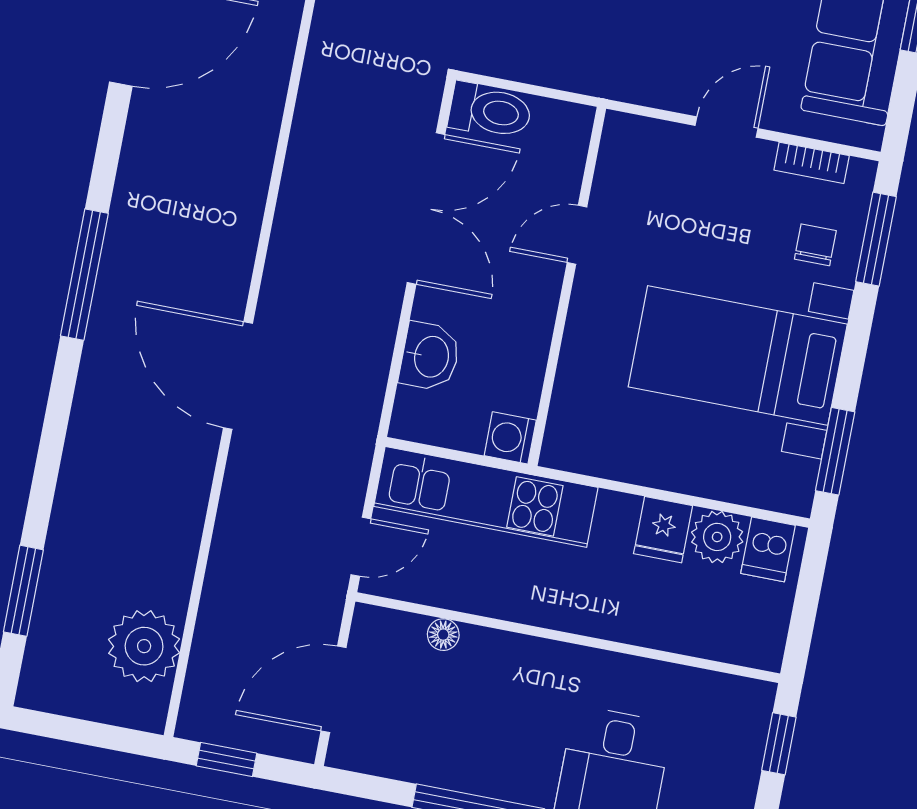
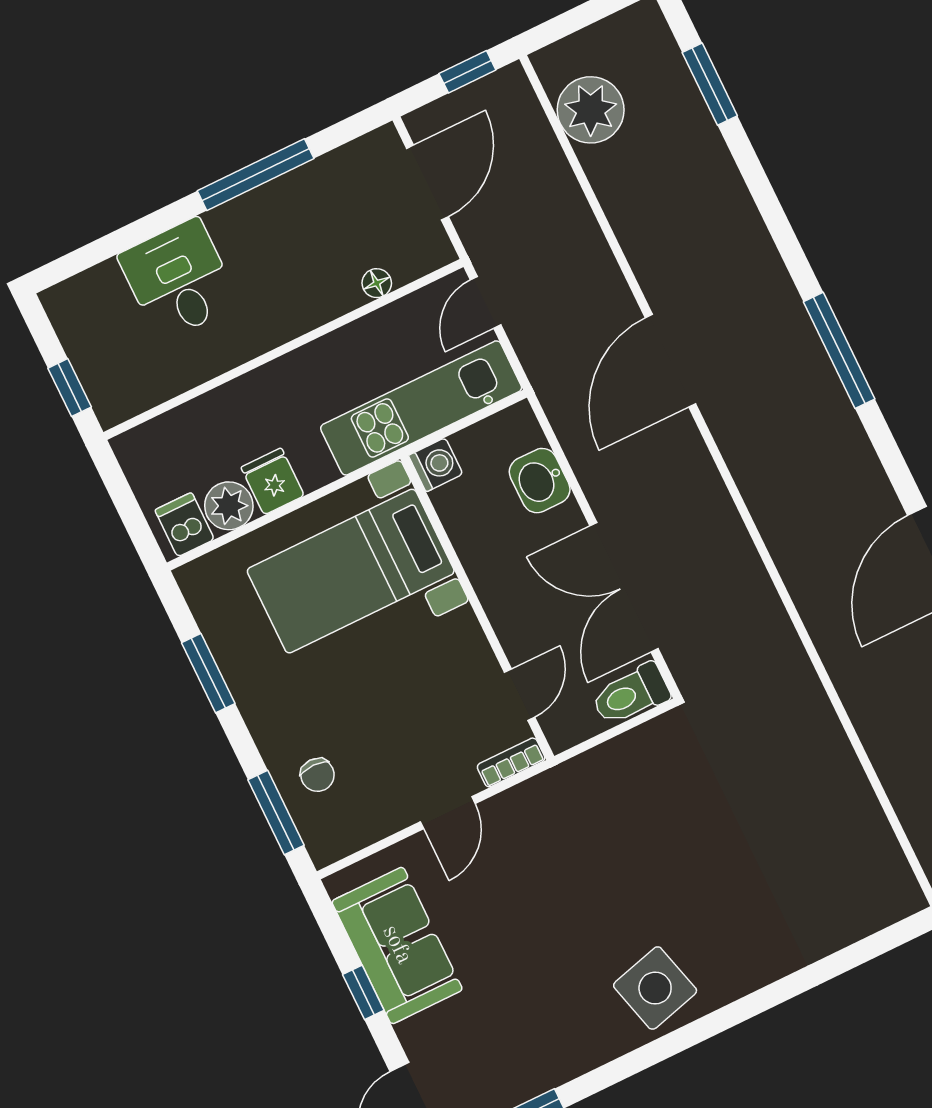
bookcase: (812, 163) -> (511, 762), moved
door: (577, 235) -> (520, 695), moved
bed with nightstands: (738, 356) -> (351, 571), moved, turned 180
door: (238, 375) -> (671, 361), swing flipped
window: (835, 451) -> (208, 673), moved

